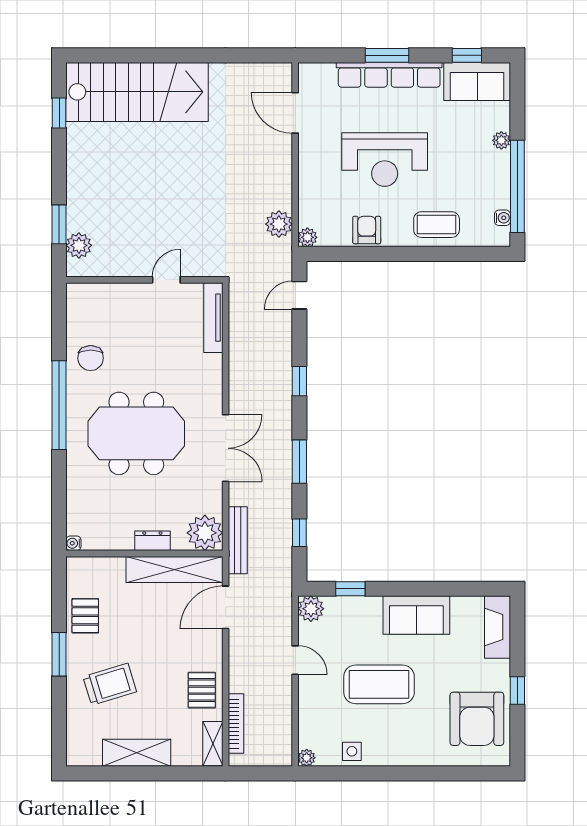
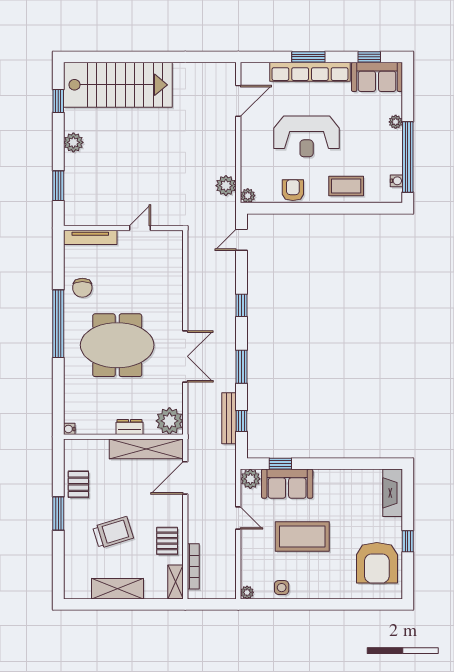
door: (295, 113) -> (238, 101), swing flipped
plant: (79, 245) -> (73, 142), moved
tv unit: (213, 318) -> (90, 237), moved, turned -90
bench: (238, 540) -> (229, 418), moved
sofa: (416, 615) -> (287, 484), moved
trolley: (110, 684) -> (113, 532), moved

